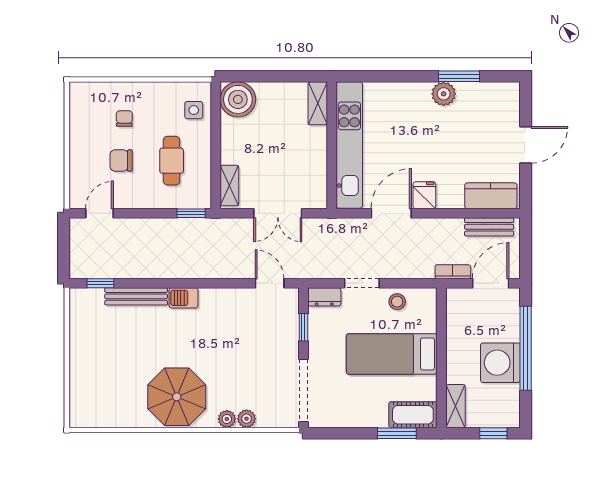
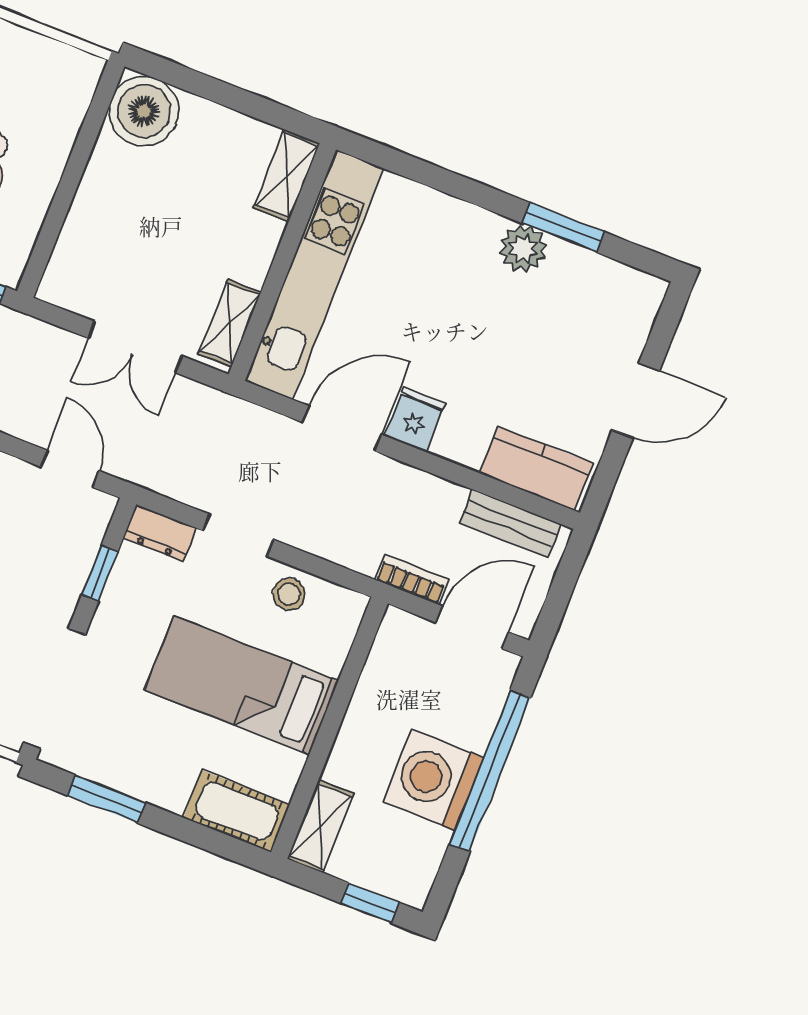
side table: (194, 110) -> (56, 99), removed
shelving: (229, 185) -> (230, 323), moved
window: (397, 433) -> (106, 799), moved

